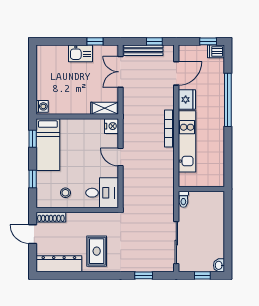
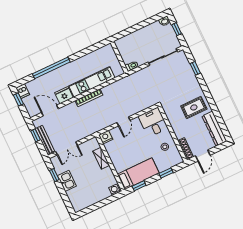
shelving: (105, 108) -> (101, 158), moved

